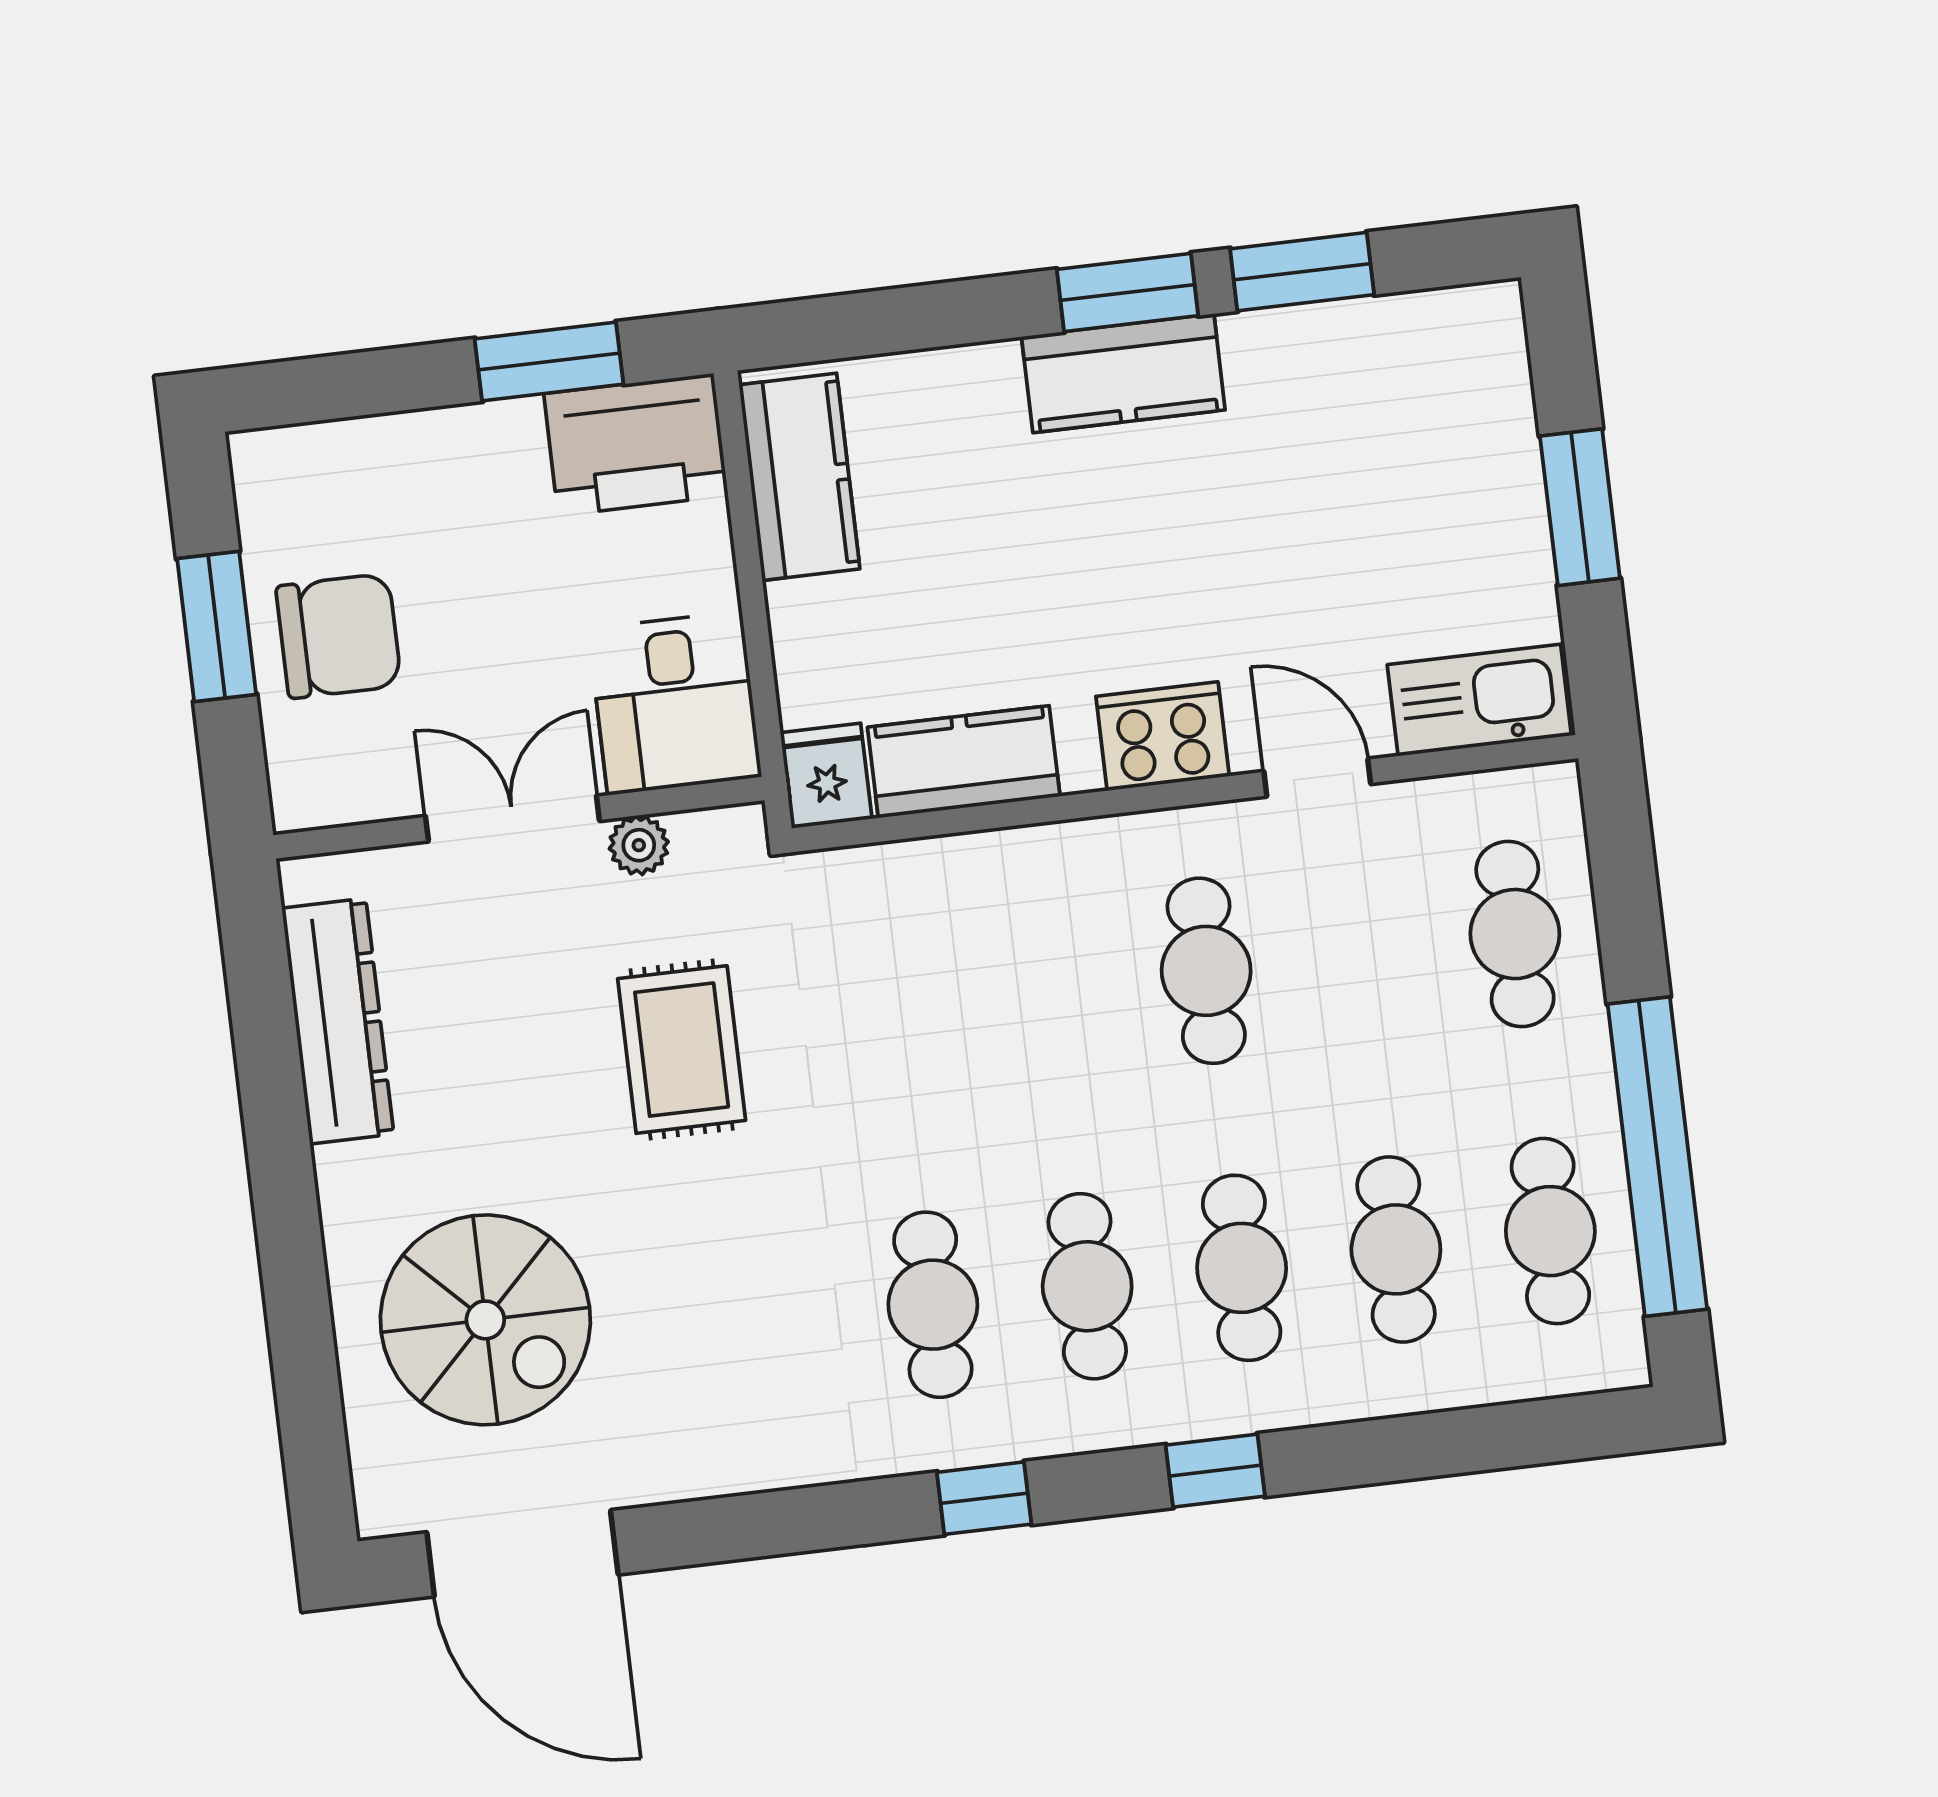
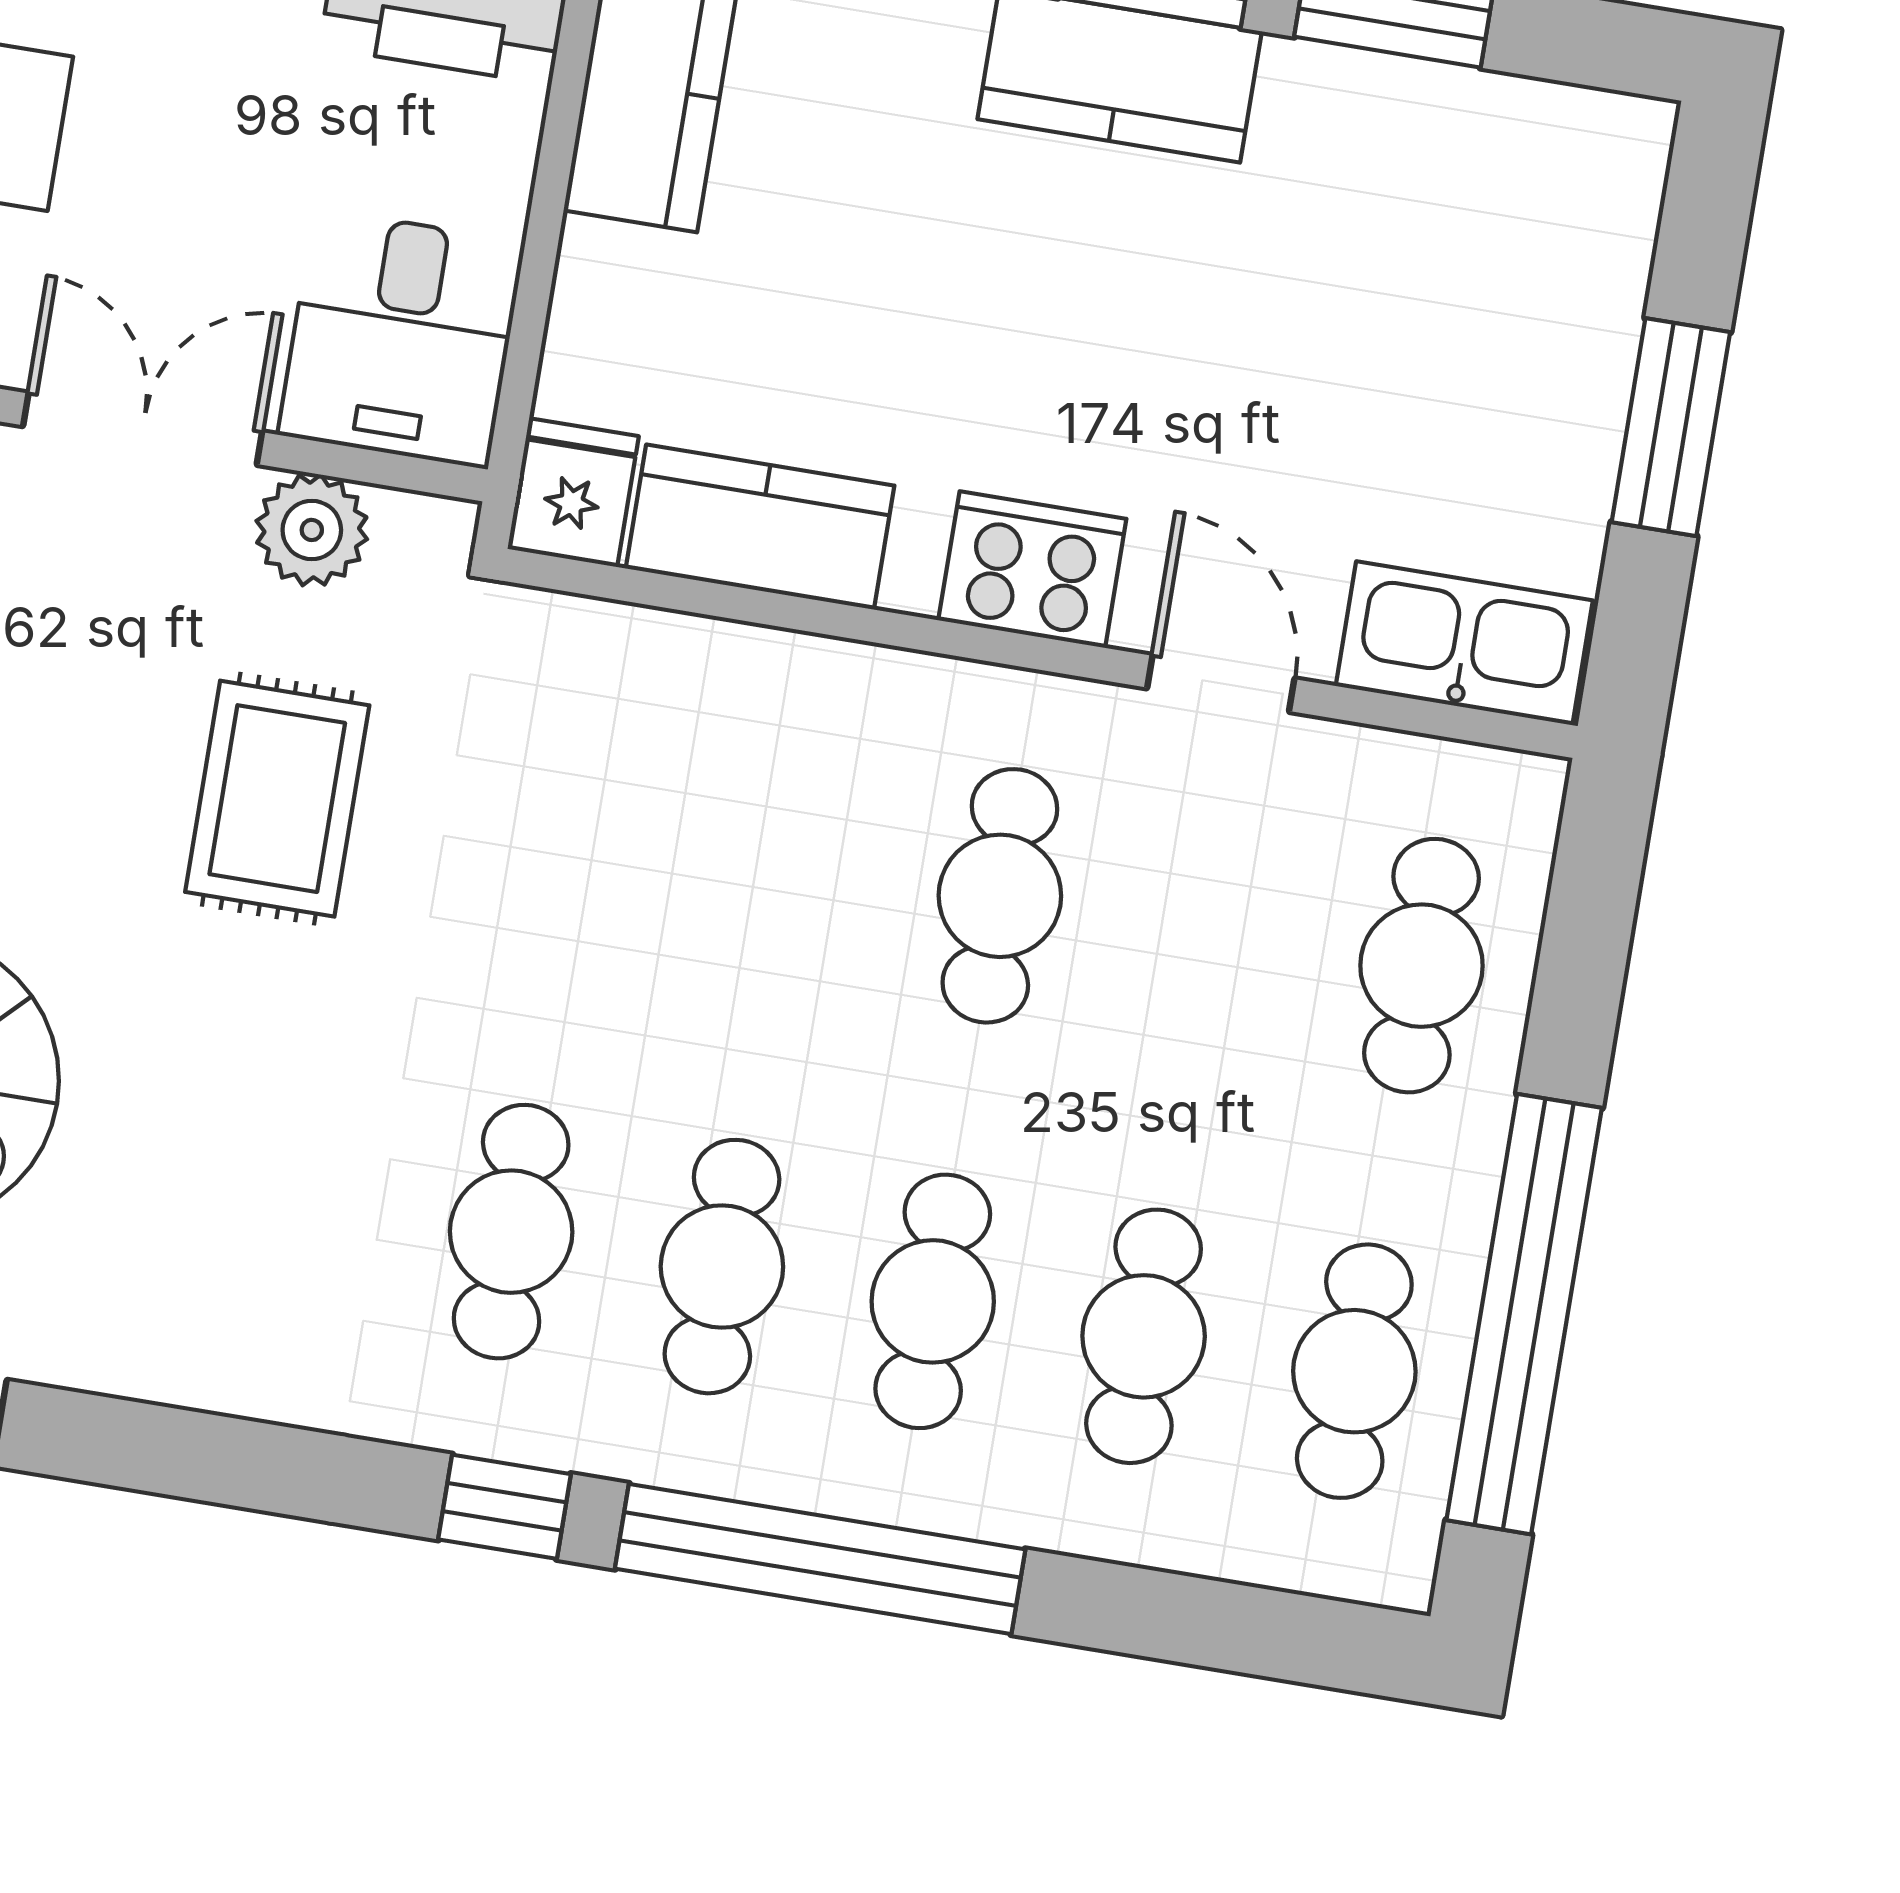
plant: (639, 845) -> (312, 530), width x1.38, depth x1.38
window: (1215, 1471) -> (820, 1559), width x3.17

